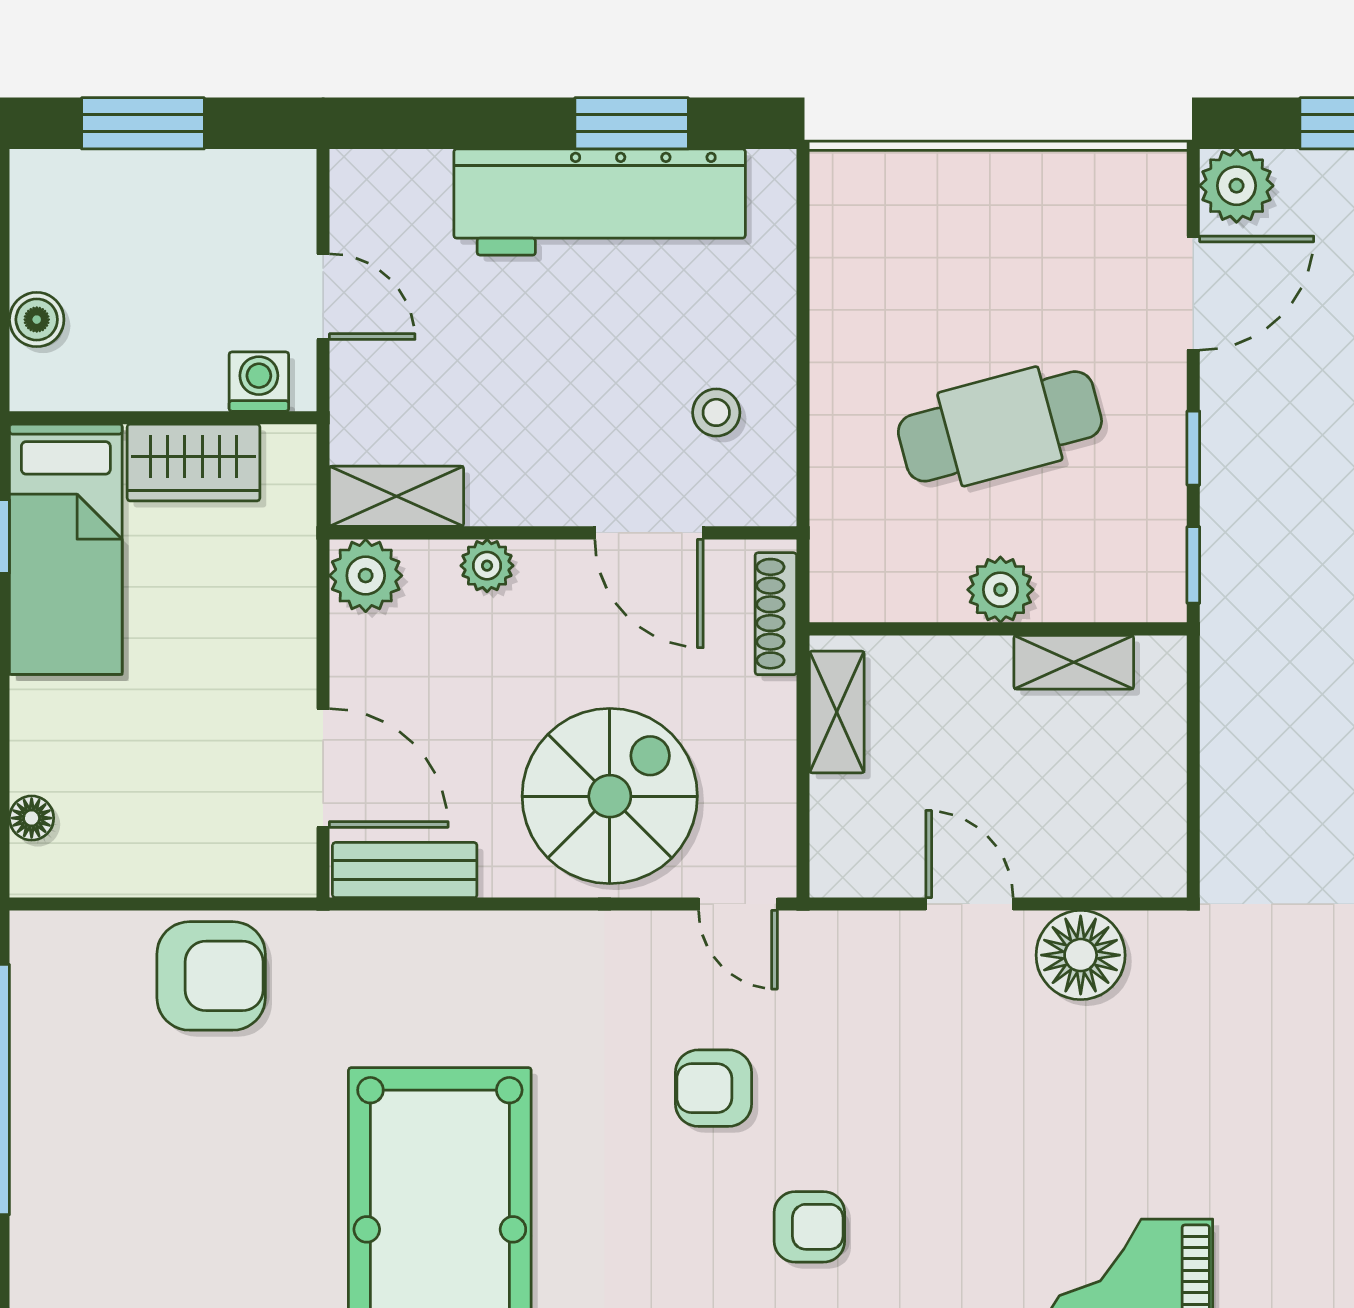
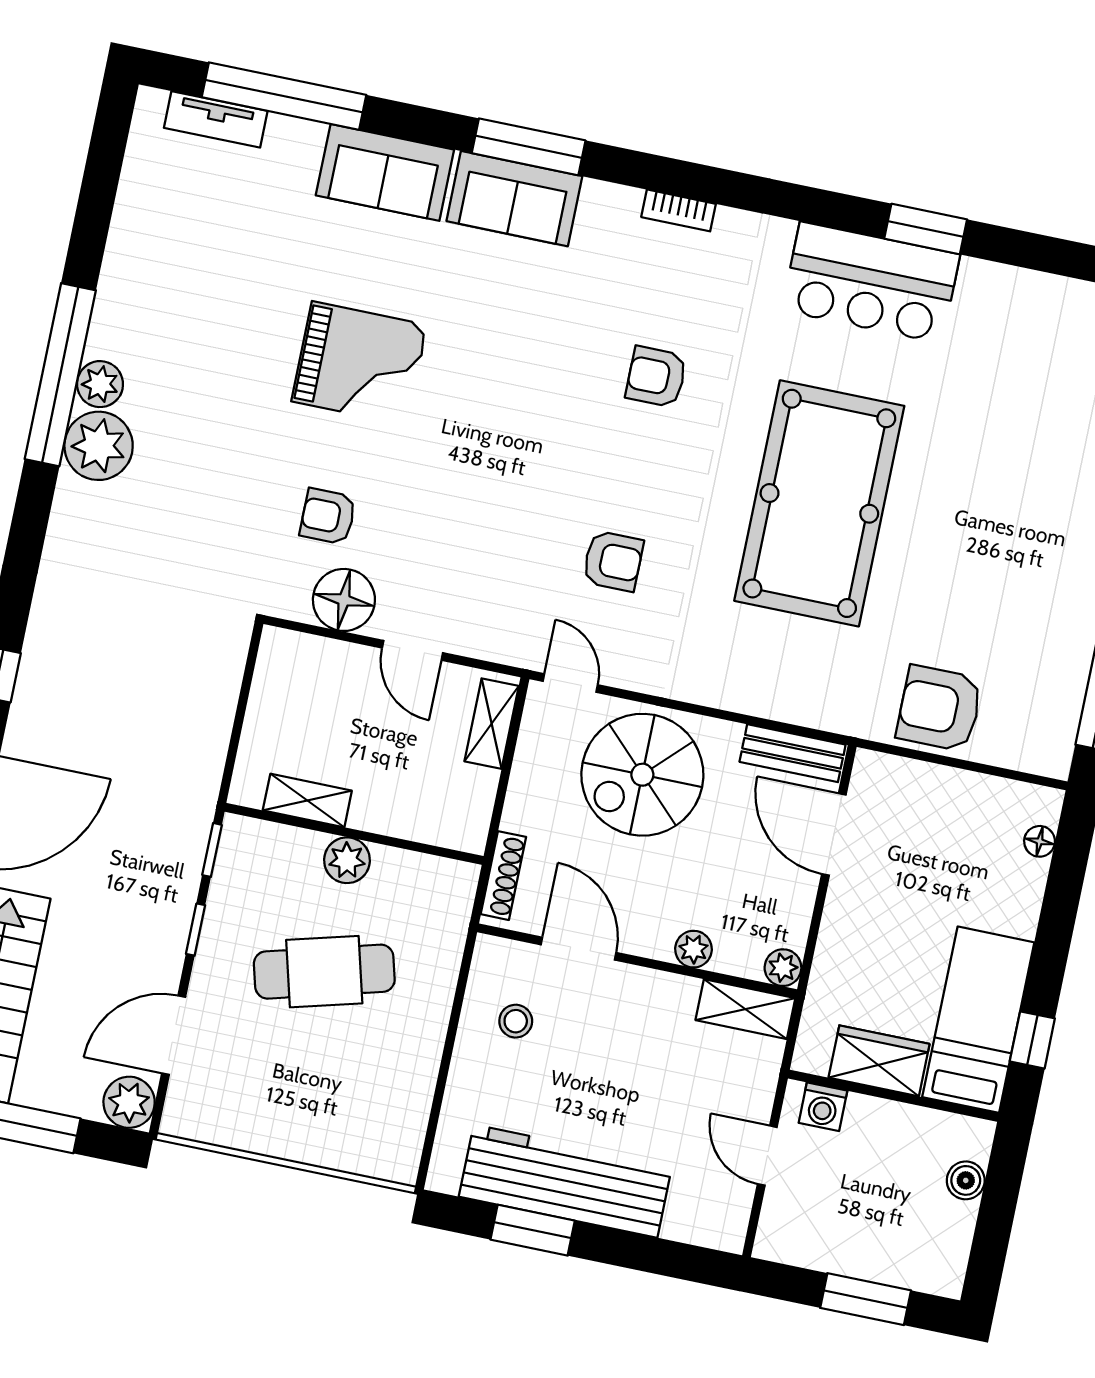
plant: (366, 576) -> (783, 968), width x0.73, depth x0.73
shelving: (837, 712) -> (492, 724), moved
armchair: (809, 1227) -> (328, 516), moved

